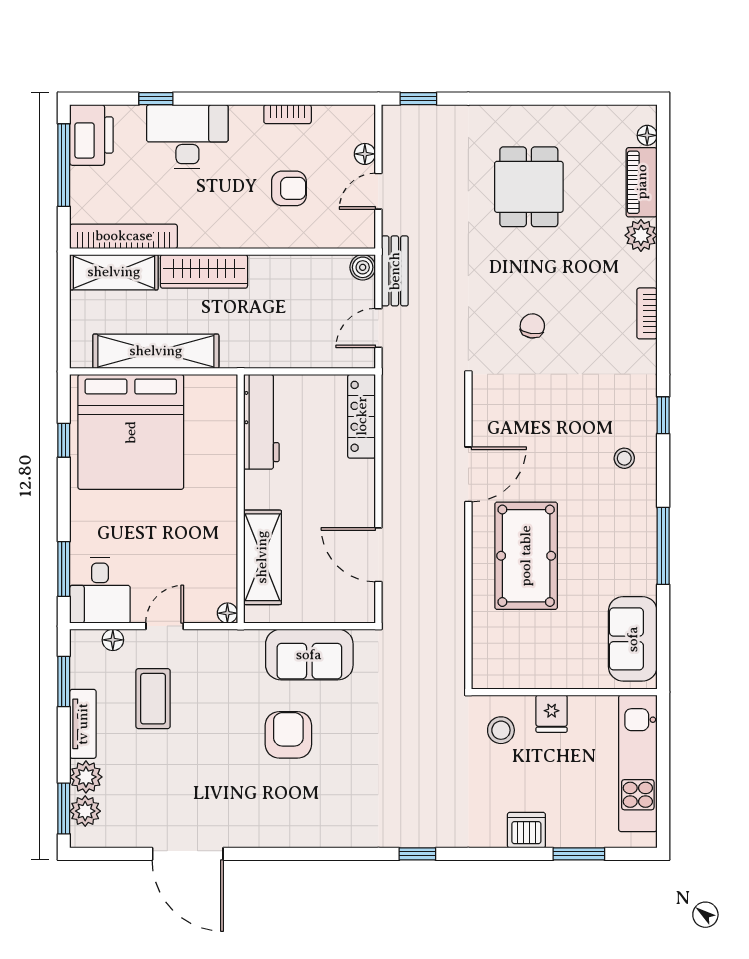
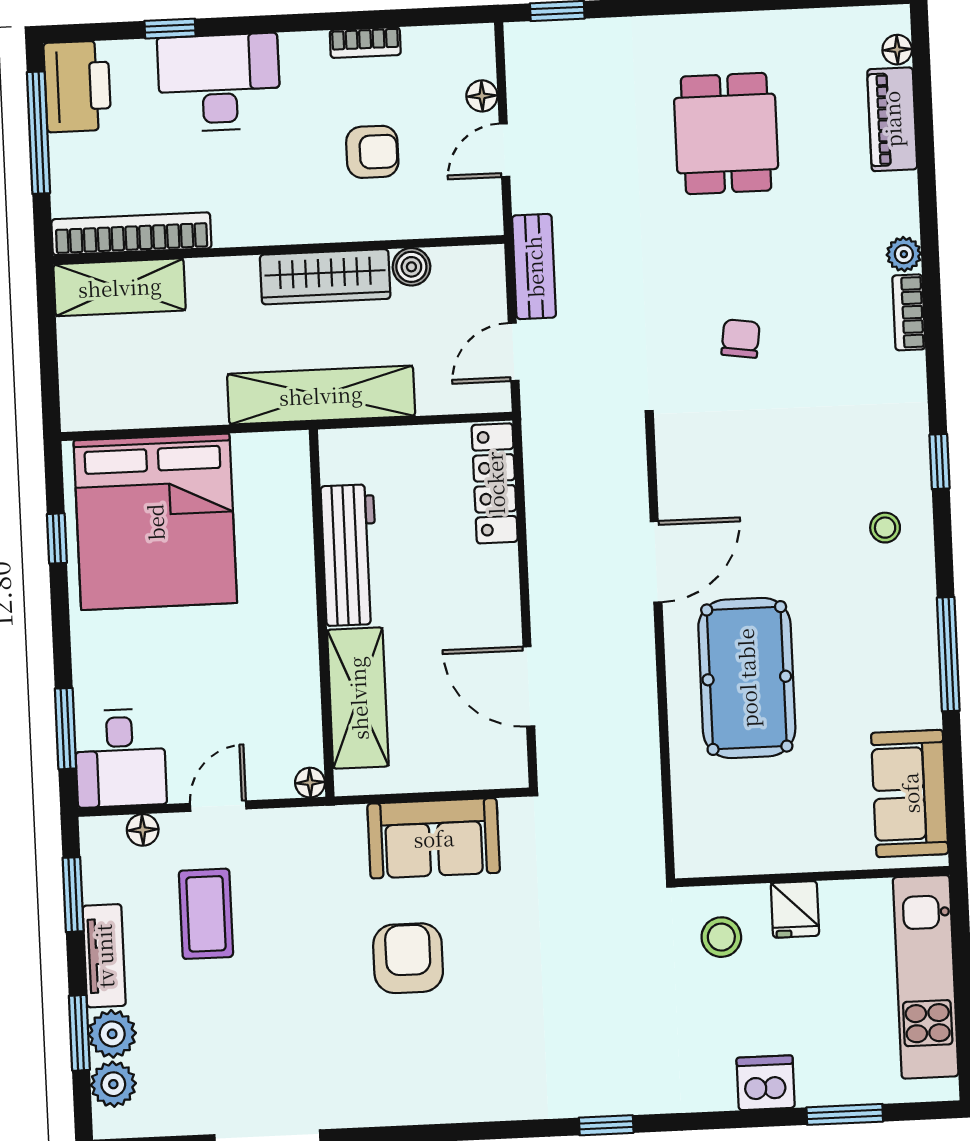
plant: (641, 235) -> (904, 254), moved, width x0.73, depth x0.73
boiler: (363, 267) -> (411, 267), moved
wardrobe: (204, 271) -> (325, 277), moved
shelving: (156, 351) -> (321, 395), moved
workbench: (261, 422) -> (350, 555), moved
window: (64, 809) -> (79, 1033), moved

